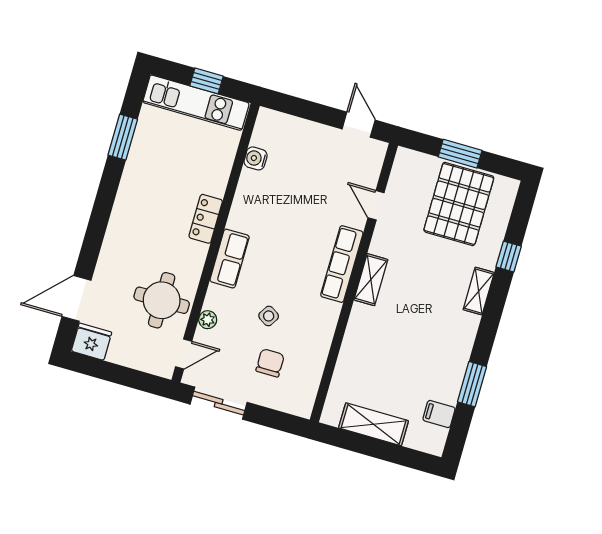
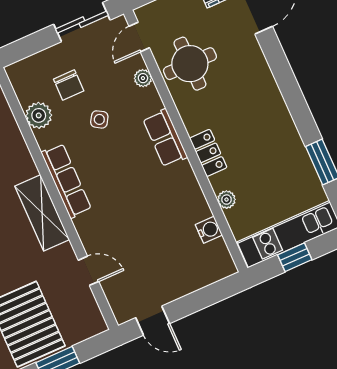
plant: (222, 171) -> (227, 200), added
row of seats: (342, 264) -> (66, 181), moved
shelving: (371, 280) -> (42, 213), width x1.50, depth x1.33
plant: (313, 359) -> (39, 115), added

